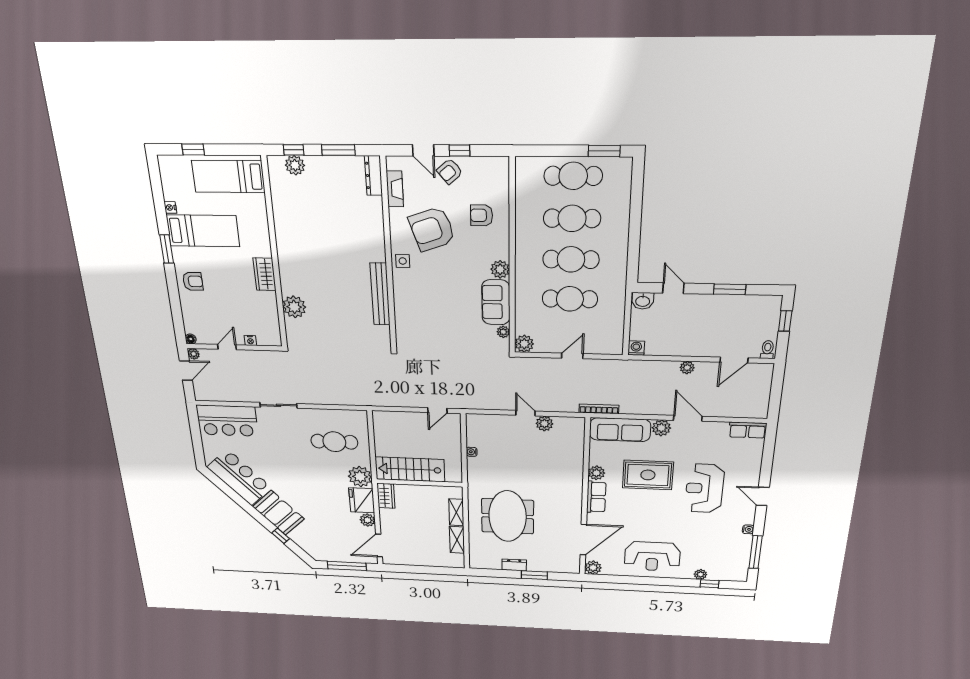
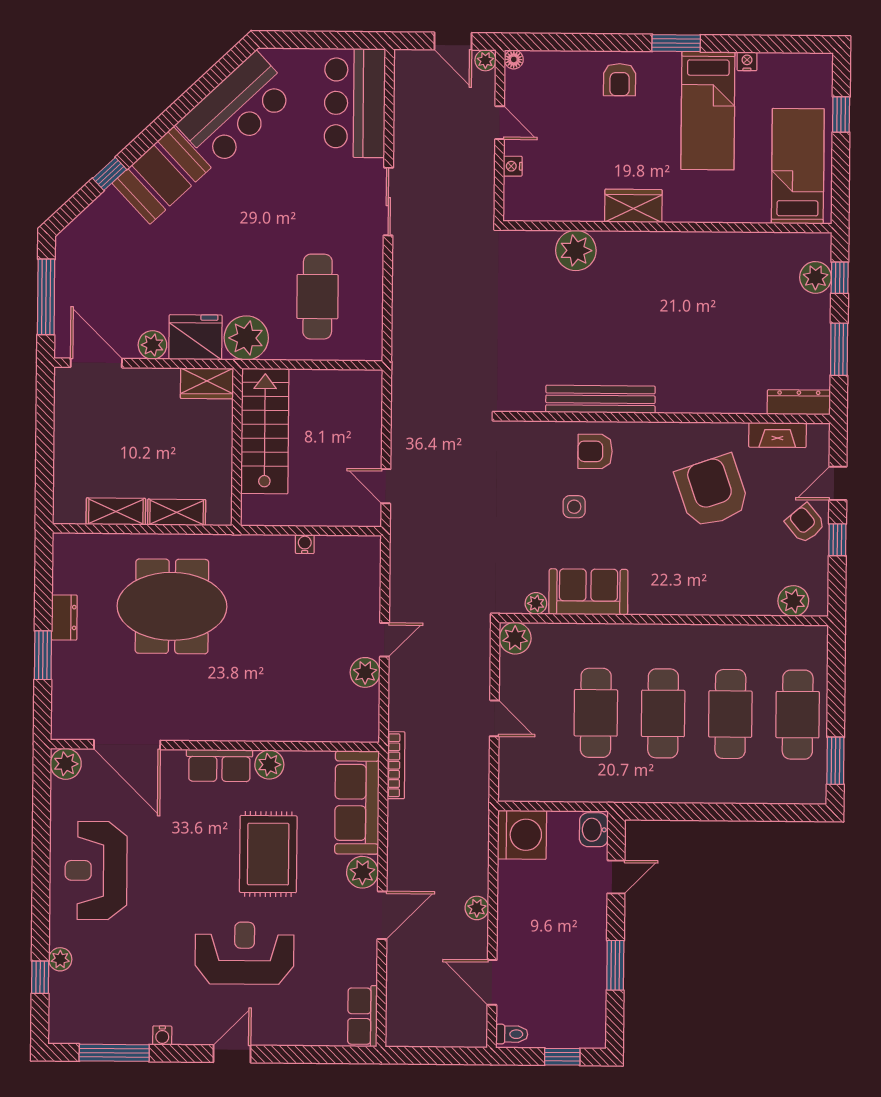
armchair: (482, 215) -> (595, 451), moved, turned -90
side table: (403, 261) -> (574, 507), moved
plant: (500, 269) -> (793, 601), moved
washing machine: (636, 348) -> (522, 835), width x1.89, depth x1.89

